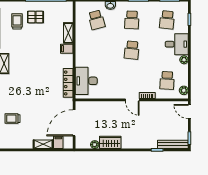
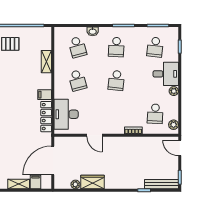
filing cabinet: (67, 49) -> (45, 95), moved
school desk: (96, 50) -> (77, 80), added
door: (132, 100) -> (94, 135), moved

